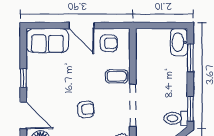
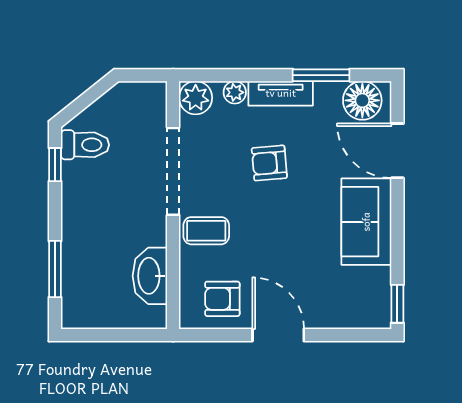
sofa: (47, 41) -> (366, 222), moved, turned -90
washbasin: (179, 42) -> (150, 276), moved, turned 180
window: (23, 78) -> (397, 304), moved
window: (190, 109) -> (55, 165), width x0.67

